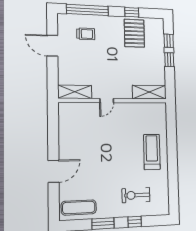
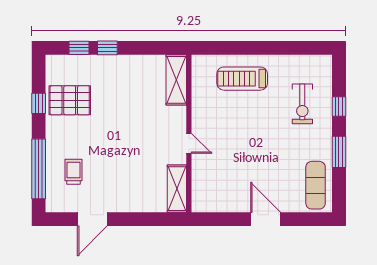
shelving: (75, 92) -> (177, 189), moved
shelving: (149, 92) -> (176, 80), moved
door: (107, 101) -> (189, 143), moved
wall: (113, 101) -> (189, 133), moved

